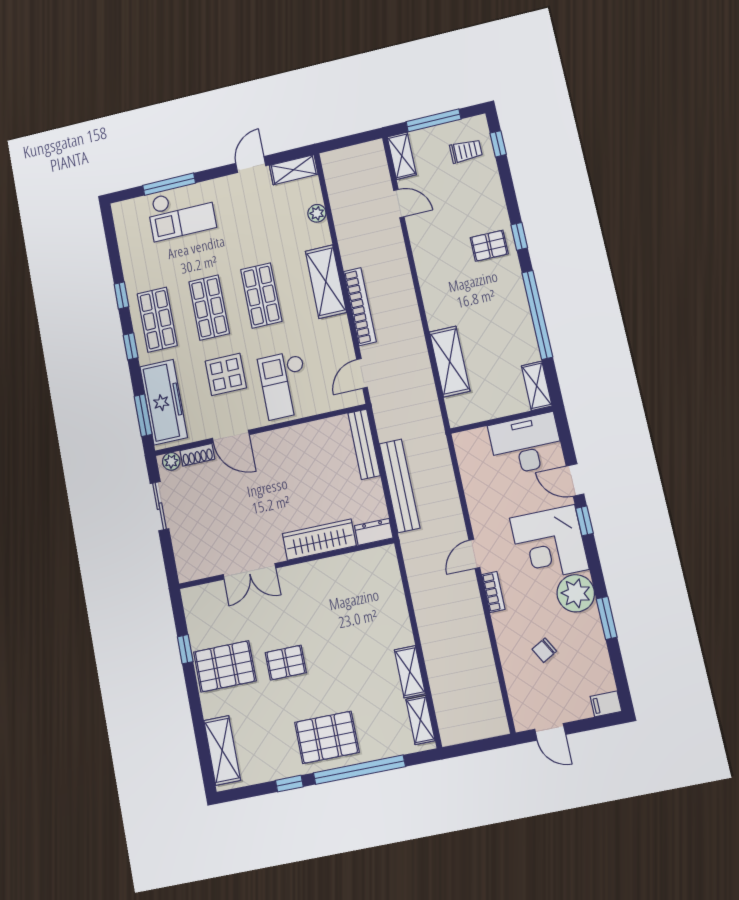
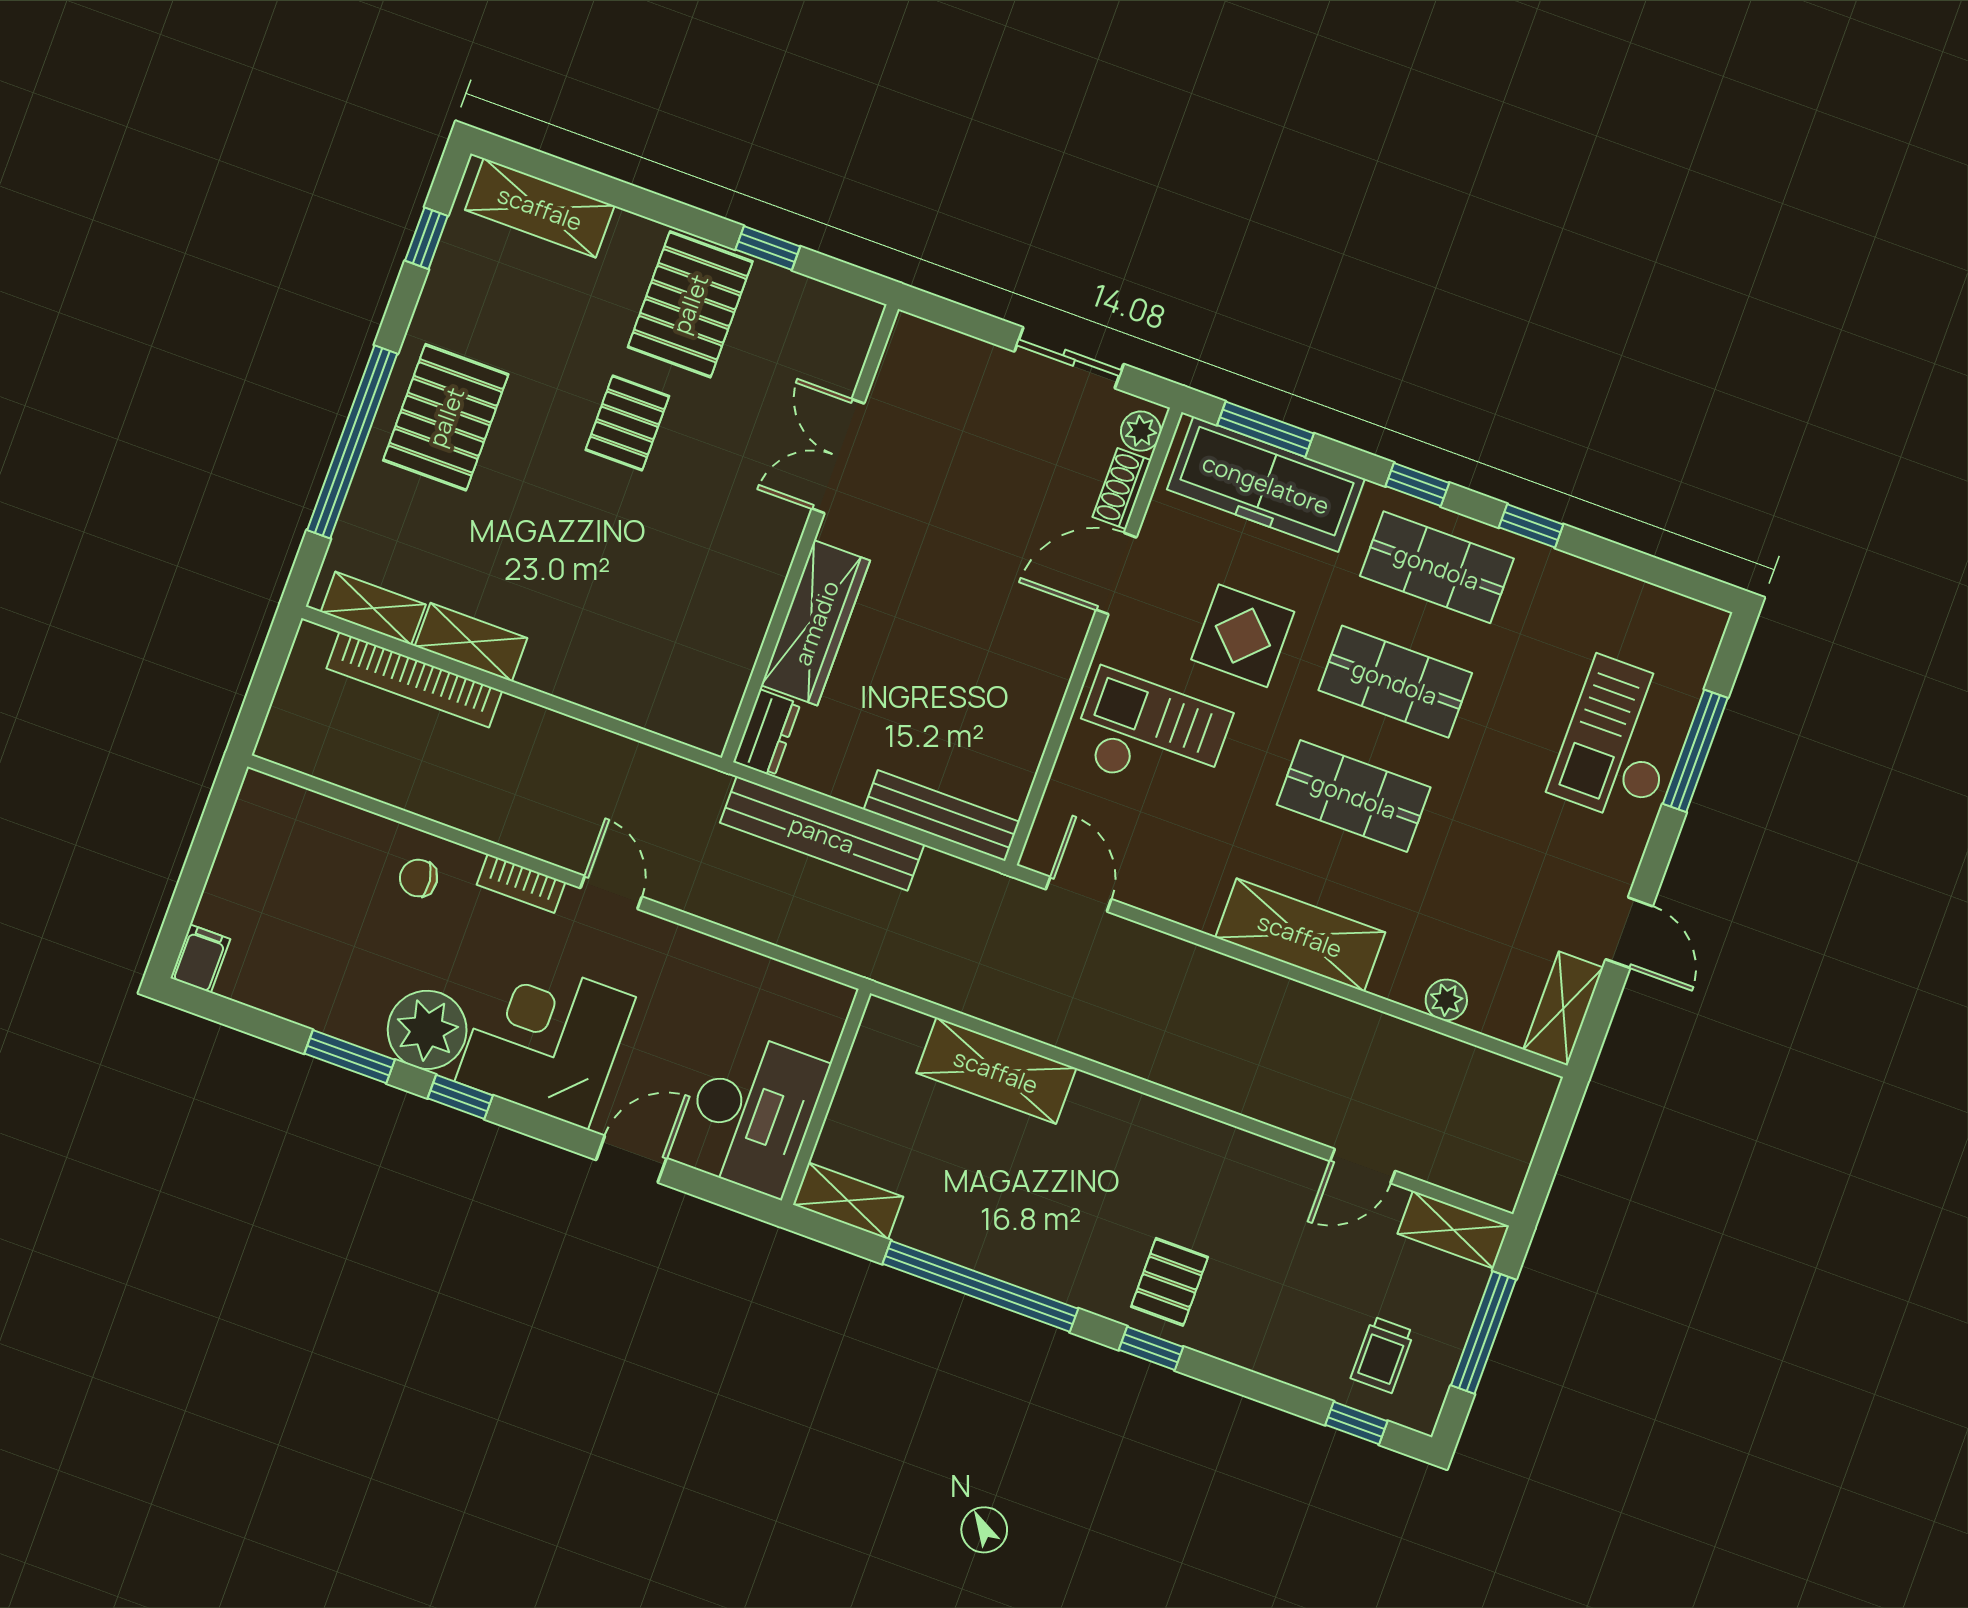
bookcase: (360, 307) -> (414, 680), moved
window: (584, 521) -> (460, 1097), moved
chair: (544, 650) -> (419, 878), moved, turned -69
door: (550, 732) -> (212, 829), removed
window: (289, 784) -> (426, 238), moved

